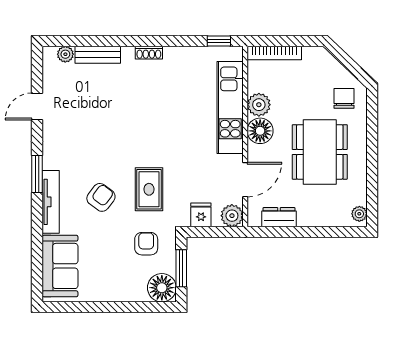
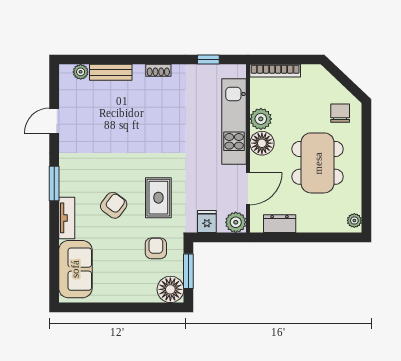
window: (219, 41) -> (208, 60), moved
tv unit: (51, 202) -> (67, 218), width x0.71

